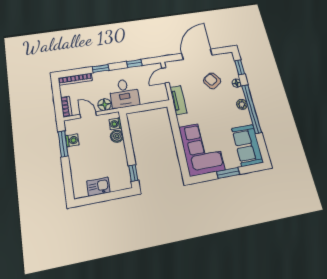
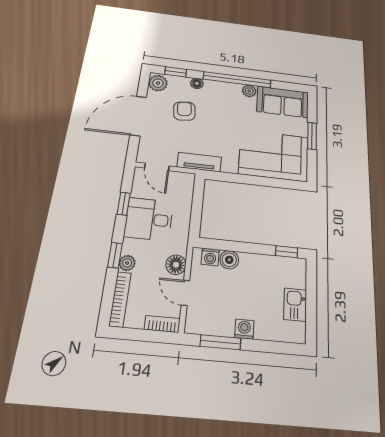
door: (197, 54) -> (138, 116), hinge flipped
plant: (226, 59) -> (158, 83), added
plant: (98, 77) -> (127, 263), added
armchair: (212, 81) -> (184, 111), turned 119
desk: (124, 93) -> (149, 219), moved, turned 180
plant: (242, 104) -> (249, 91), moved
door: (88, 115) -> (185, 293), hinge flipped
washing machine: (72, 140) -> (244, 329), moved

